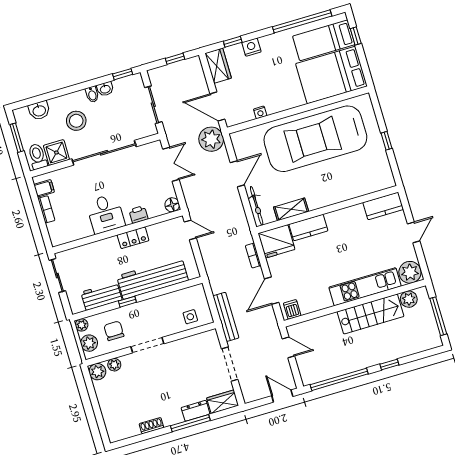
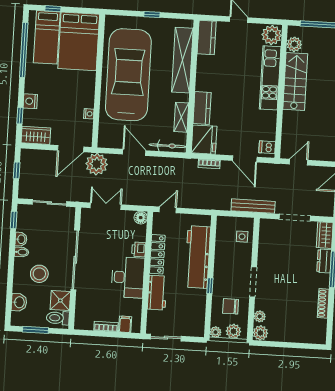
car: (315, 139) -> (128, 75), turned 180
filing cabinet: (44, 188) -> (125, 324), moved
shelving: (351, 189) -> (182, 60), added
desk: (105, 214) -> (128, 277), width x1.37
locker: (133, 238) -> (157, 254), width x1.53
workbench: (101, 296) -> (157, 293), moved, turned 180
shoe rack: (151, 426) -> (323, 303), width x1.43

